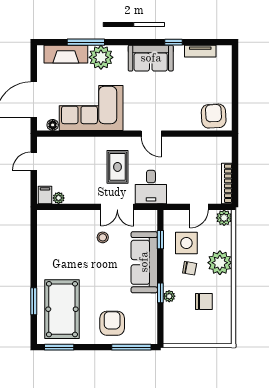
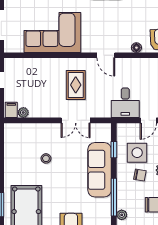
floor lamp: (53, 125) -> (136, 48), moved
desk: (151, 187) -> (125, 103), moved
stool: (103, 237) -> (46, 158), moved
window: (160, 293) -> (114, 197), width x2.17
plant: (169, 296) -> (122, 215), moved

